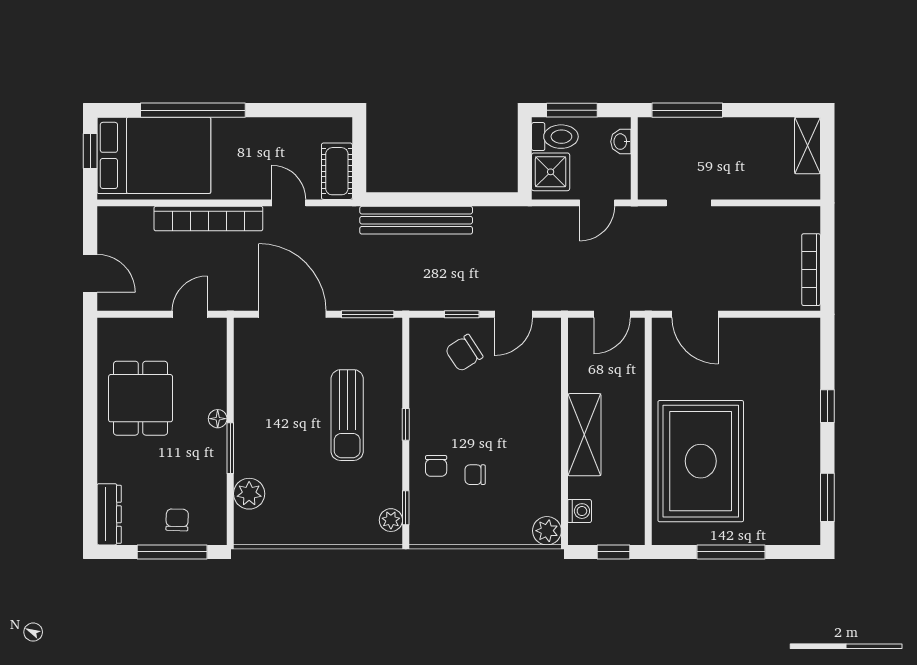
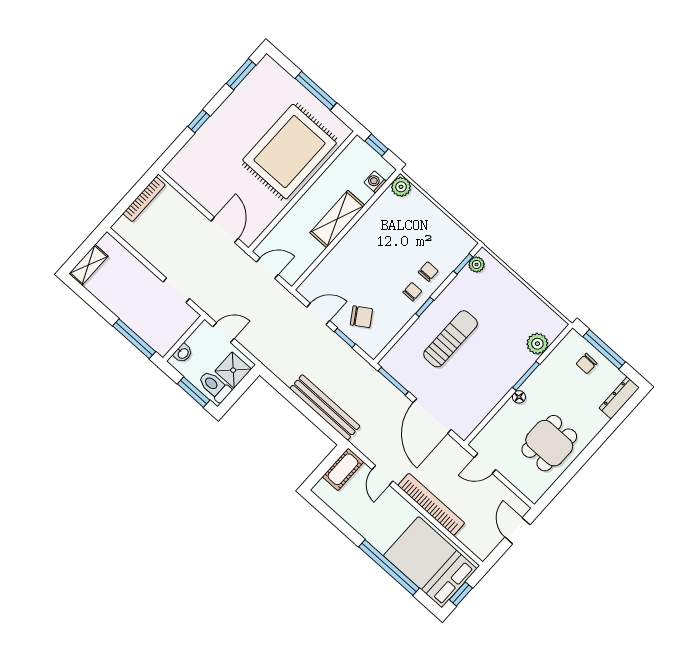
chair: (475, 475) -> (412, 292), moved, turned -90

